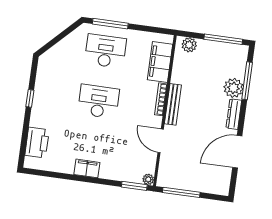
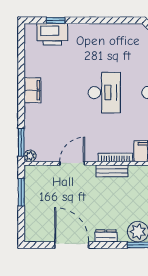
window: (30, 98) -> (56, 20), moved
bench: (173, 104) -> (112, 171), width x0.73
dresser: (234, 114) -> (106, 236), width x0.70
window: (181, 192) -> (21, 192), width x0.69

